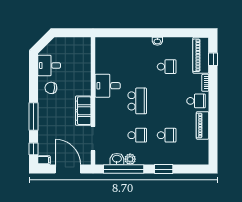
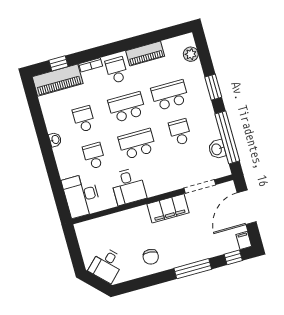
desk: (111, 49) -> (81, 195), added
desk: (49, 65) -> (106, 265), moved, turned 45
school desk: (137, 67) -> (94, 156), added
school desk: (167, 101) -> (127, 107), added
school desk: (167, 135) -> (170, 95), width x1.85
plant: (130, 159) -> (191, 54), moved

